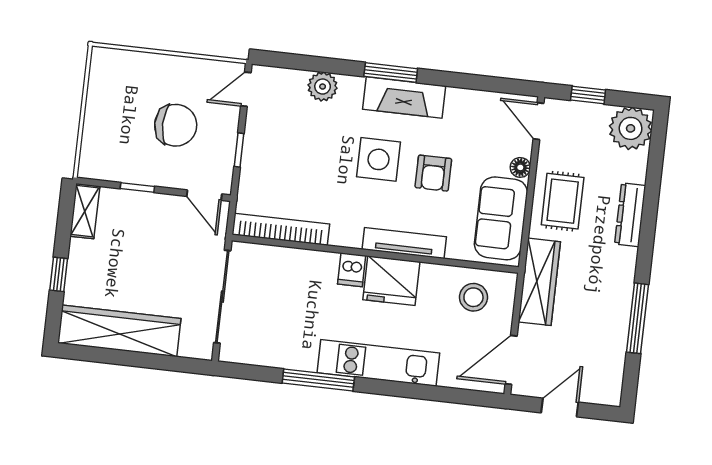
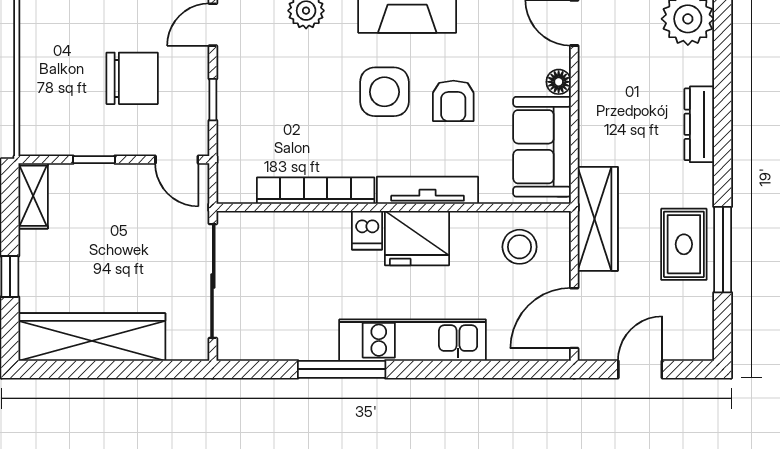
rug: (563, 201) -> (684, 244), moved
bookcase: (281, 229) -> (316, 191), moved

